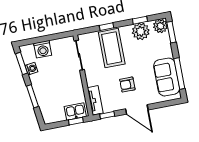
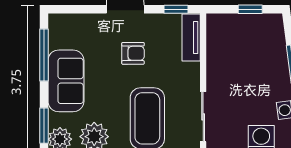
sofa: (167, 77) -> (66, 81), moved
kitchen sink: (75, 111) -> (227, 25), removed
window: (76, 121) -> (250, 9), moved

